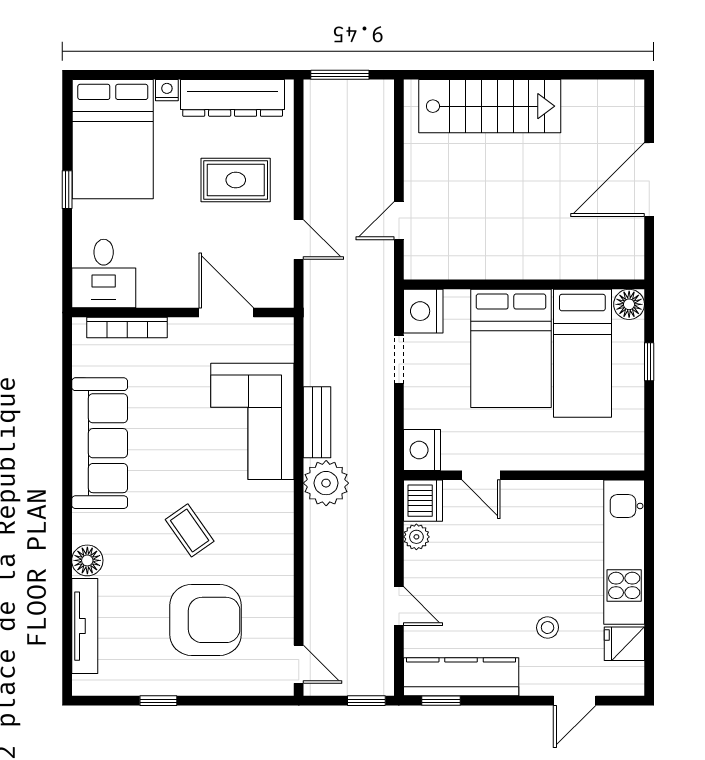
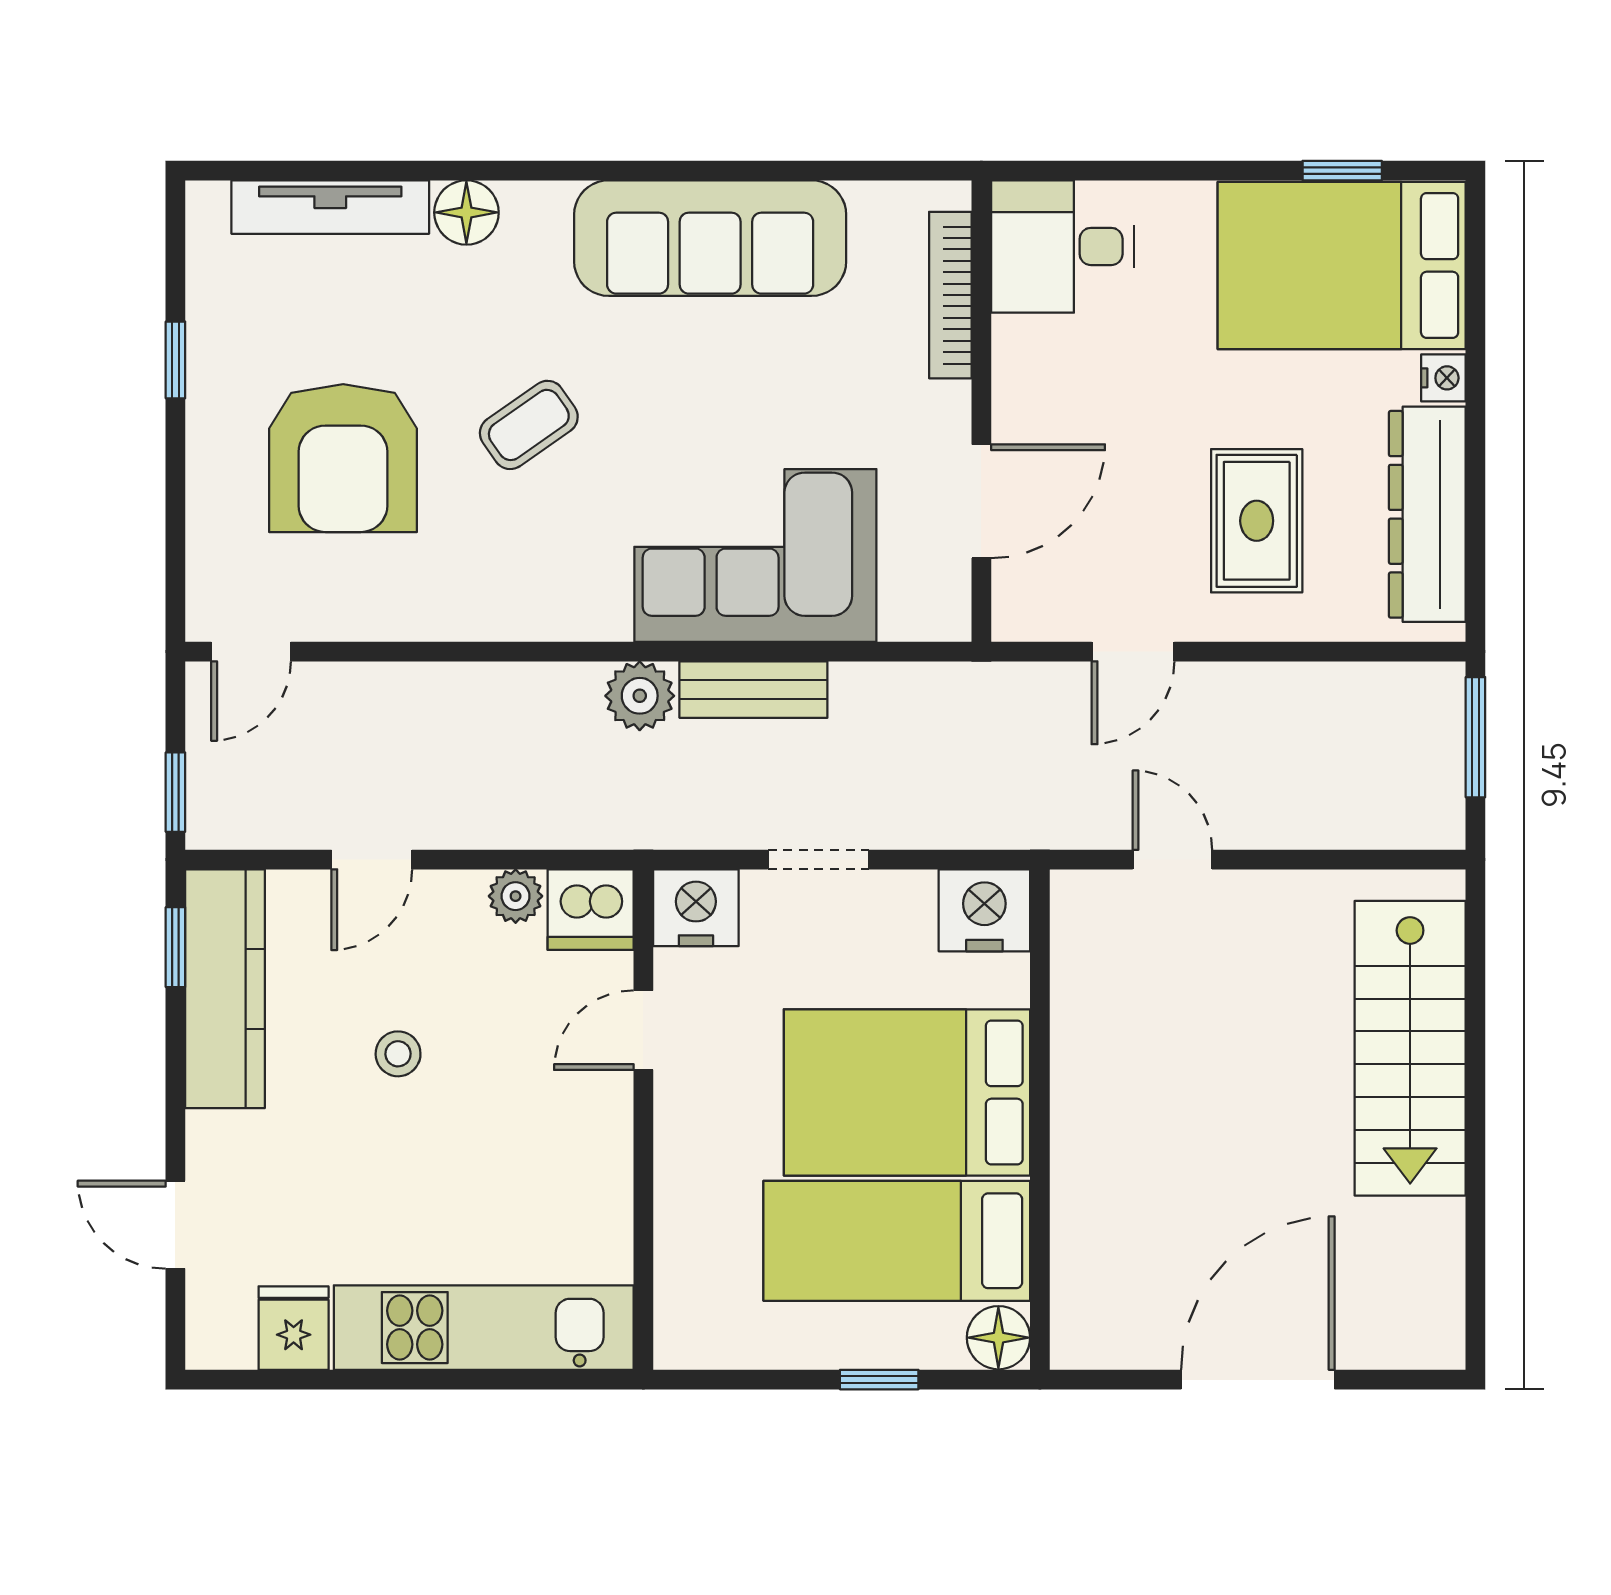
door: (649, 179) -> (1258, 1380), hinge flipped
window: (67, 190) -> (1342, 171), moved
doorway: (399, 359) -> (818, 860), moved
plant: (326, 483) -> (640, 696), width x0.73, depth x0.73
stool: (548, 628) -> (398, 1054), moved

